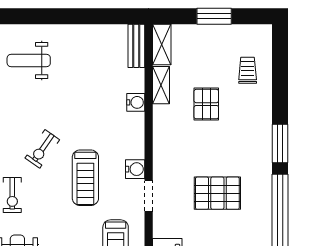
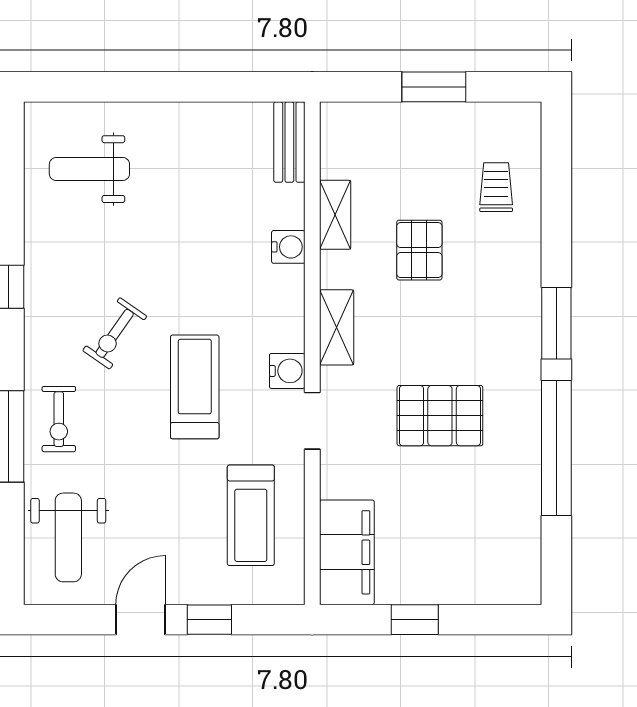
shelving: (162, 45) -> (337, 327), moved
treadmill: (85, 178) -> (195, 387), turned 180

